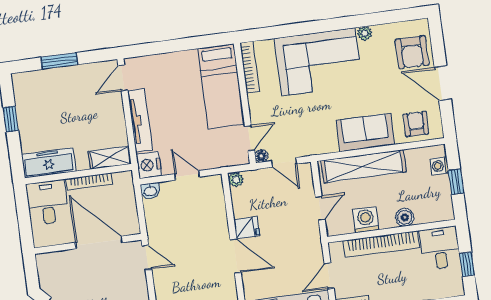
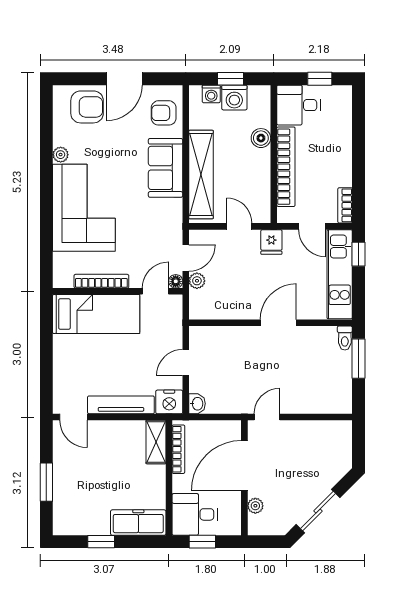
bookcase: (250, 67) -> (101, 281), moved
door: (250, 138) -> (155, 291), hinge flipped
freezer: (49, 163) -> (138, 523), moved, turned 90
plant: (236, 179) -> (197, 281), moved
bookcase: (89, 181) -> (178, 449), moved
window: (23, 213) -> (202, 542), added
washing machine: (366, 220) -> (234, 98), moved, turned -90
fridge: (247, 228) -> (271, 242), moved, turned 180
plant: (63, 258) -> (255, 506), added

